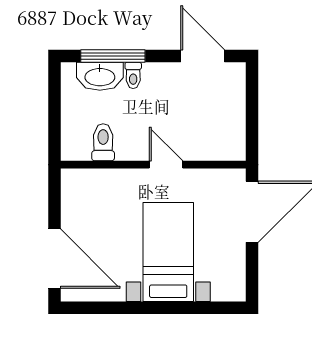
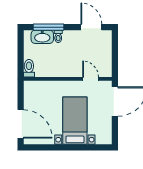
toilet: (103, 142) -> (29, 68), moved
door: (166, 165) -> (91, 79), moved

